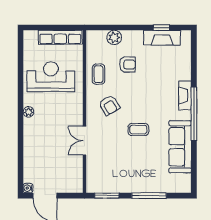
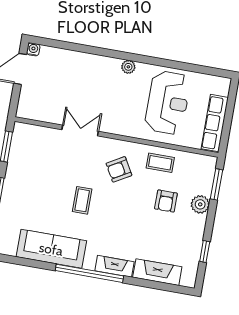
window: (108, 28) -> (217, 184), added
plant: (114, 37) -> (200, 204), moved
fireplace: (162, 38) -> (157, 272), moved, turned 90

